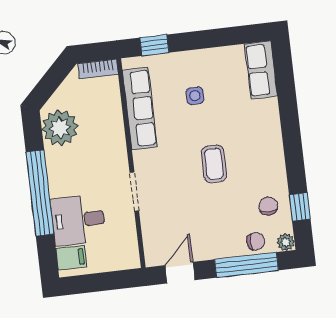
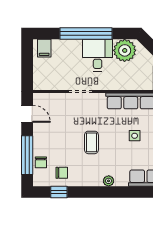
coffee table: (214, 164) -> (91, 142), turned 90
desk: (78, 220) -> (98, 55), moved
plant: (286, 242) -> (109, 181), moved

